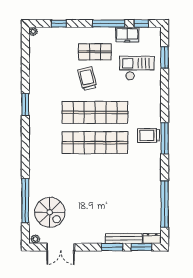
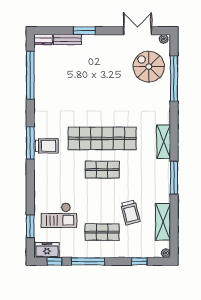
freezer: (127, 35) -> (47, 250), moved
shelving: (36, 62) -> (163, 222), added
trolley: (87, 79) -> (130, 213), moved
window: (25, 105) -> (174, 178), width x1.44
shop shelf: (95, 112) -> (102, 170), width x0.50, depth x0.74
shelving: (35, 139) -> (164, 142), added
bench: (124, 238) -> (67, 40), width x0.73
window: (141, 247) -> (54, 31), removed

